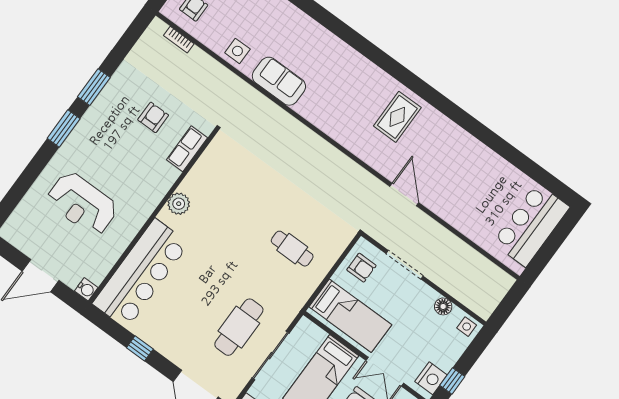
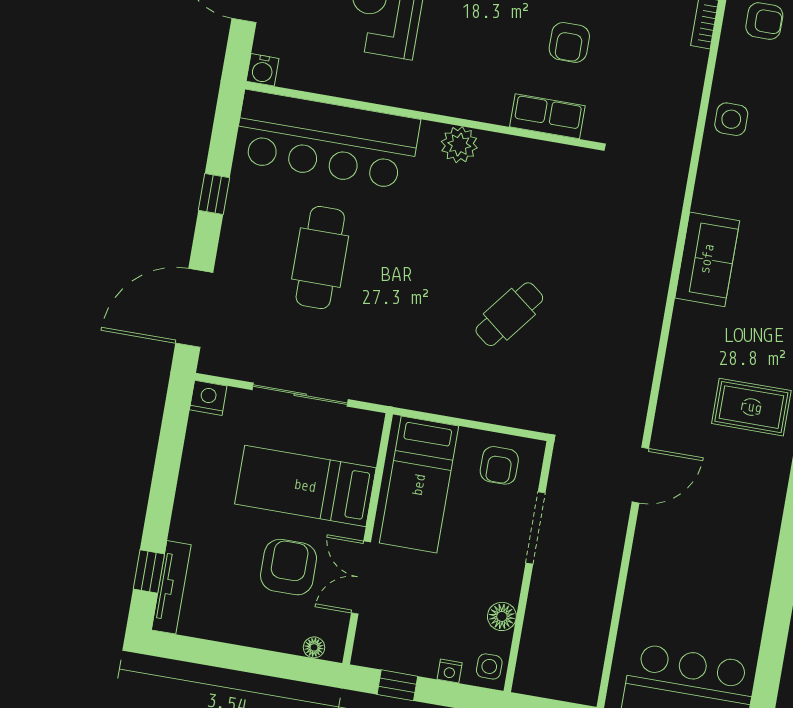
sofa: (279, 81) -> (707, 259), moved
armchair: (153, 117) -> (569, 42), turned 90
cafe table: (292, 249) -> (509, 314), moved, turned 38
cafe table: (239, 327) -> (320, 258), moved, turned 90
nightstand: (431, 378) -> (450, 671), moved, width x0.53, depth x0.56

